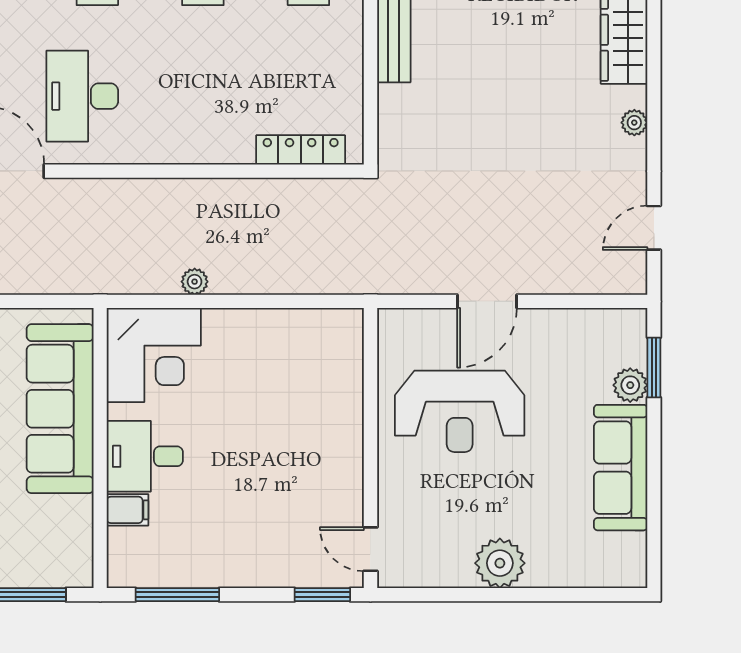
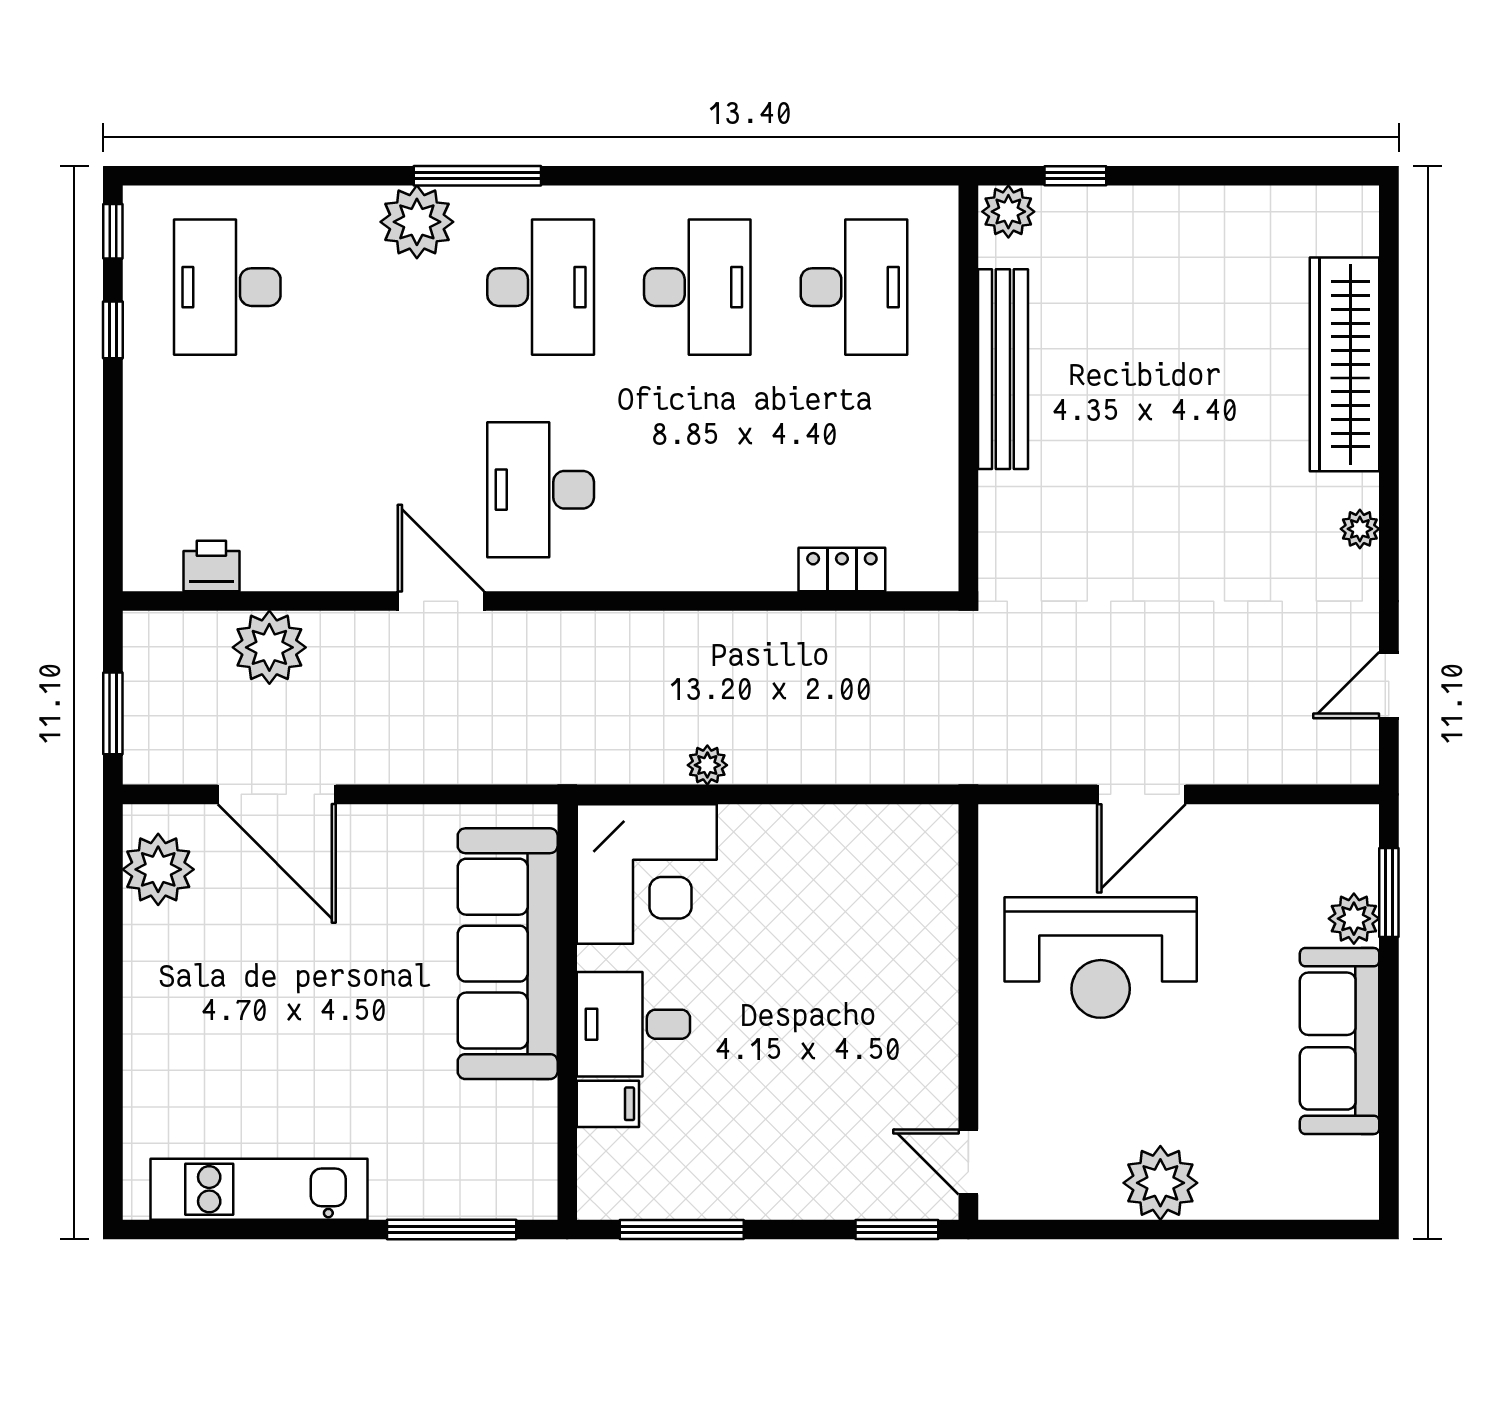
locker: (301, 150) -> (842, 570), width x0.66

